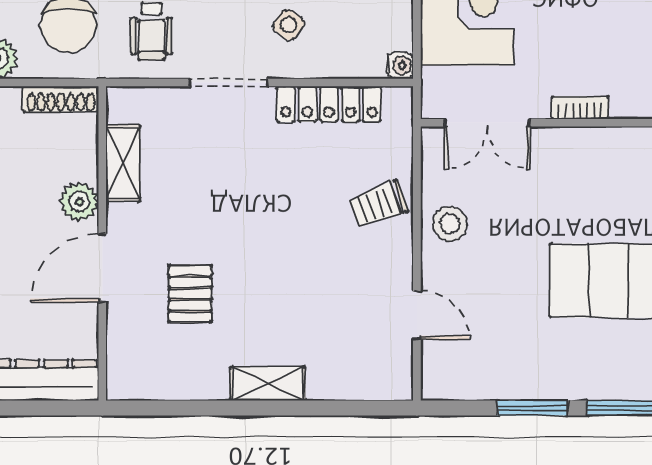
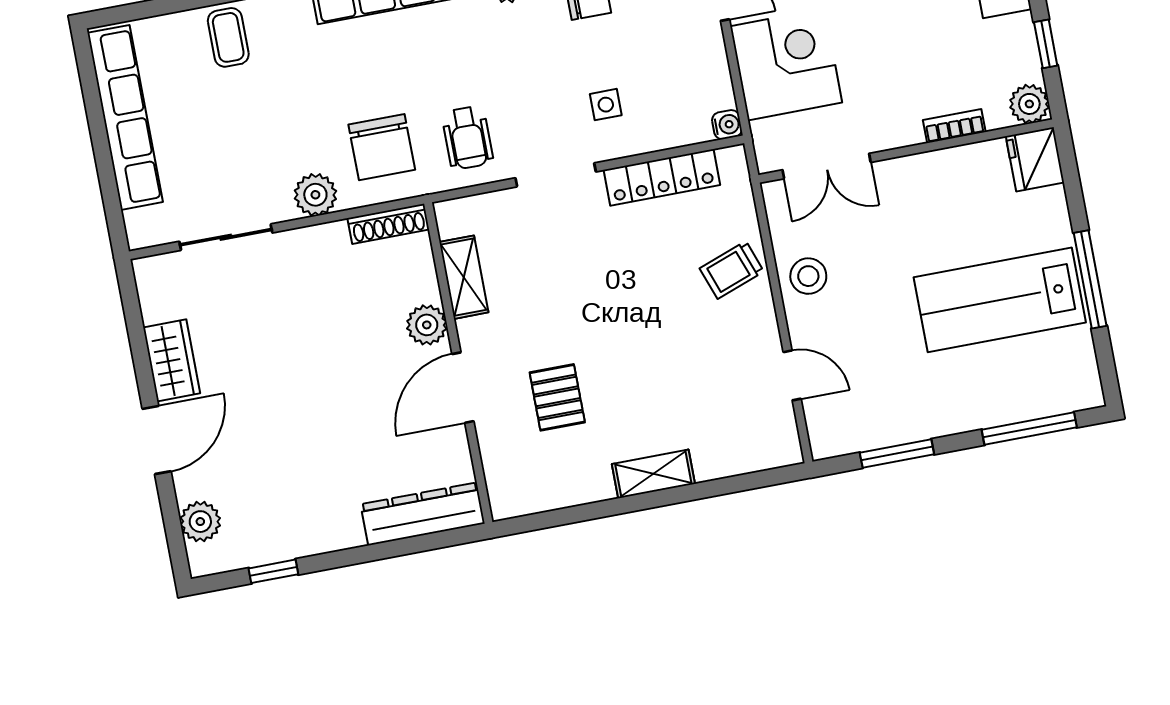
side table: (289, 25) -> (606, 105), turned -36
bookcase: (580, 108) -> (954, 126), moved
window: (533, 408) -> (897, 453), moved

